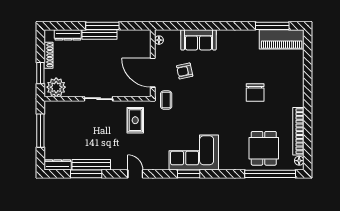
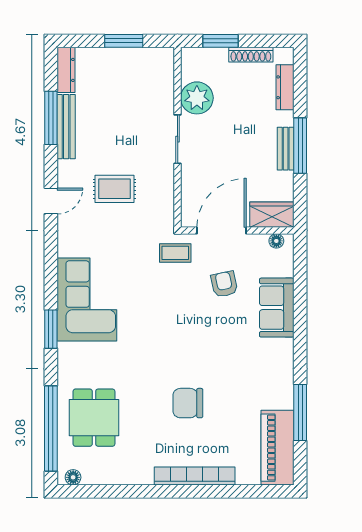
window: (272, 26) -> (300, 412), moved
bench: (100, 35) -> (286, 149), width x0.73
wardrobe: (143, 43) -> (272, 215), added
plant: (56, 87) -> (197, 98), moved
rug: (135, 120) -> (114, 189), moved
window: (40, 131) -> (124, 41), width x0.69
bookcase: (298, 131) -> (195, 476), moved
dining table: (264, 148) -> (94, 418), turned 90
window: (189, 174) -> (51, 329), moved

